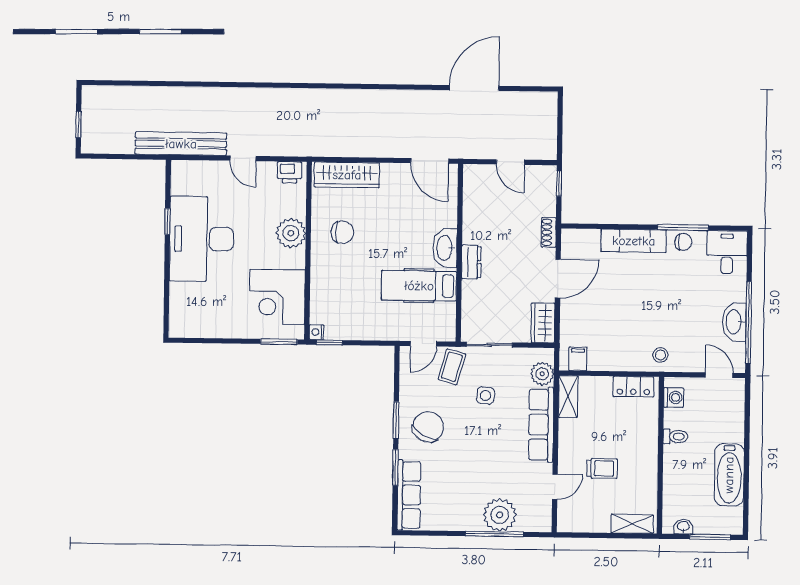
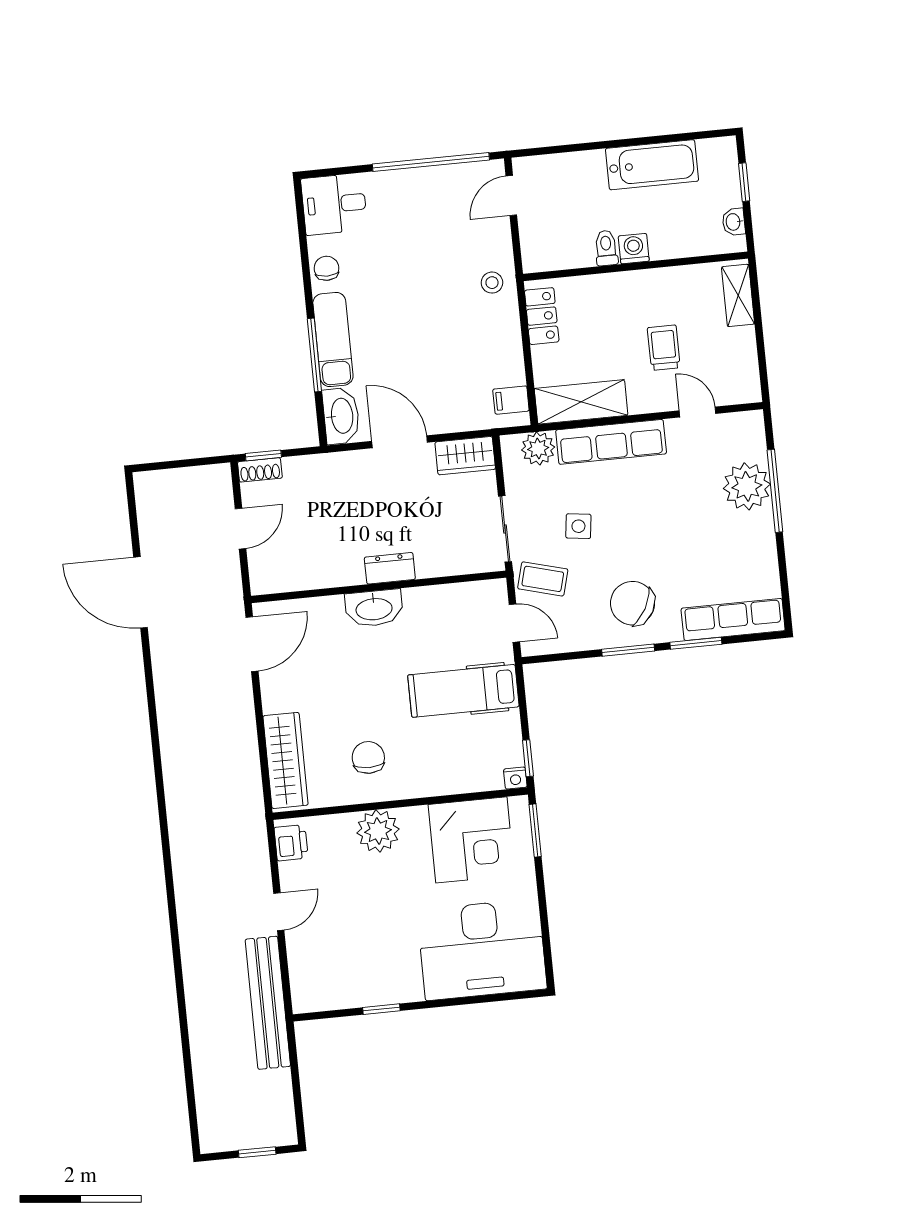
window: (683, 228) -> (314, 355), moved
shoe rack: (549, 232) -> (260, 470), moved
desk: (202, 239) -> (482, 949), moved
hospital bed: (419, 286) -> (463, 691), moved, turned 90
washbasin: (734, 322) -> (341, 416), moved, turned -90
shelving: (568, 397) -> (581, 402), width x1.50, depth x1.33
washing machine: (674, 397) -> (634, 249), moved
window: (710, 537) -> (744, 182), width x0.67

